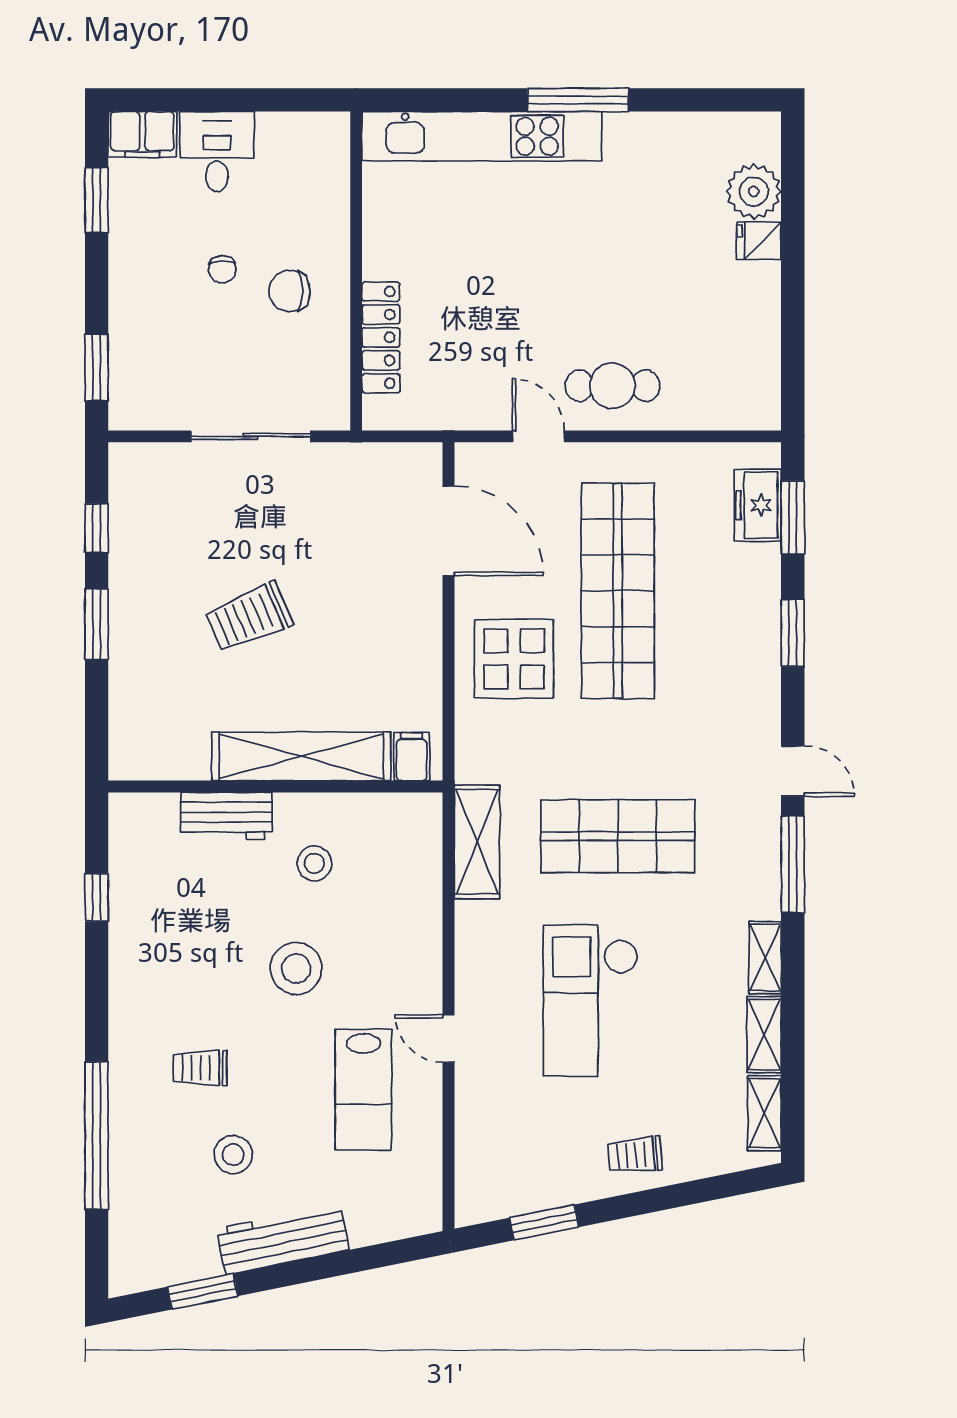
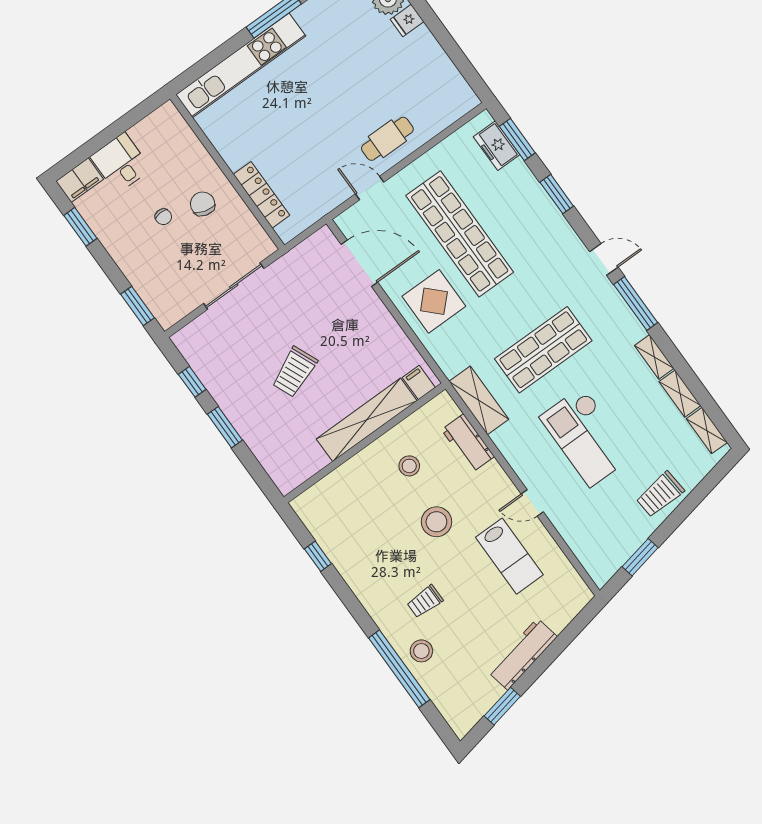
chair: (290, 291) -> (203, 204), turned 106
workbench: (226, 816) -> (468, 443), moved, turned 90
stool: (233, 1155) -> (421, 651), moved
trolley: (635, 1155) -> (660, 494), width x1.36, depth x1.39

